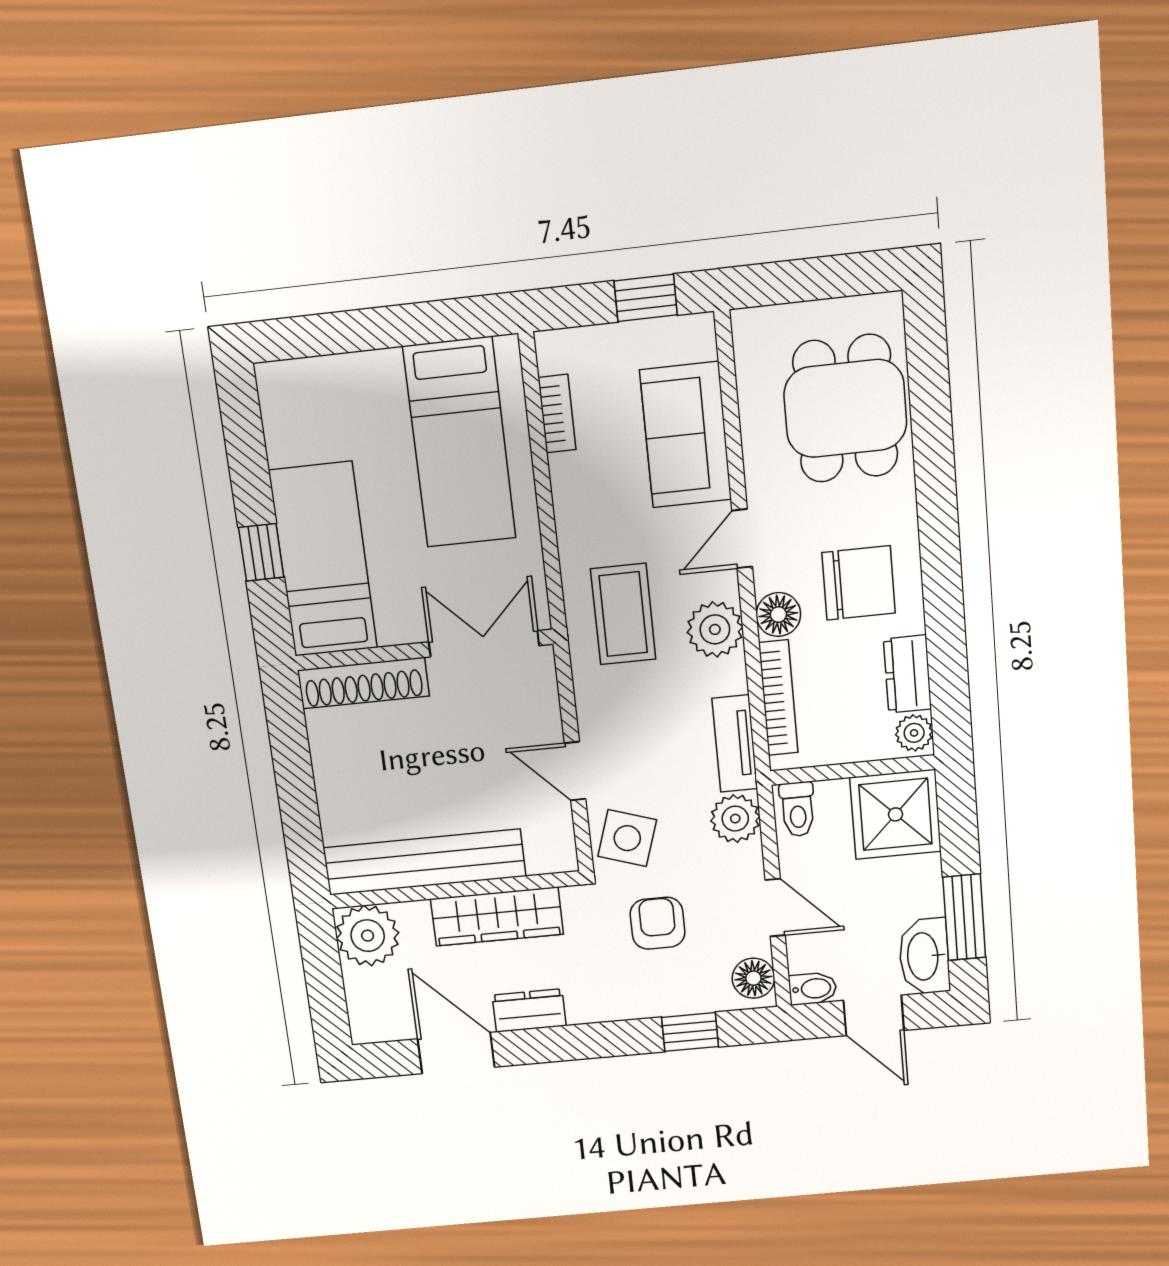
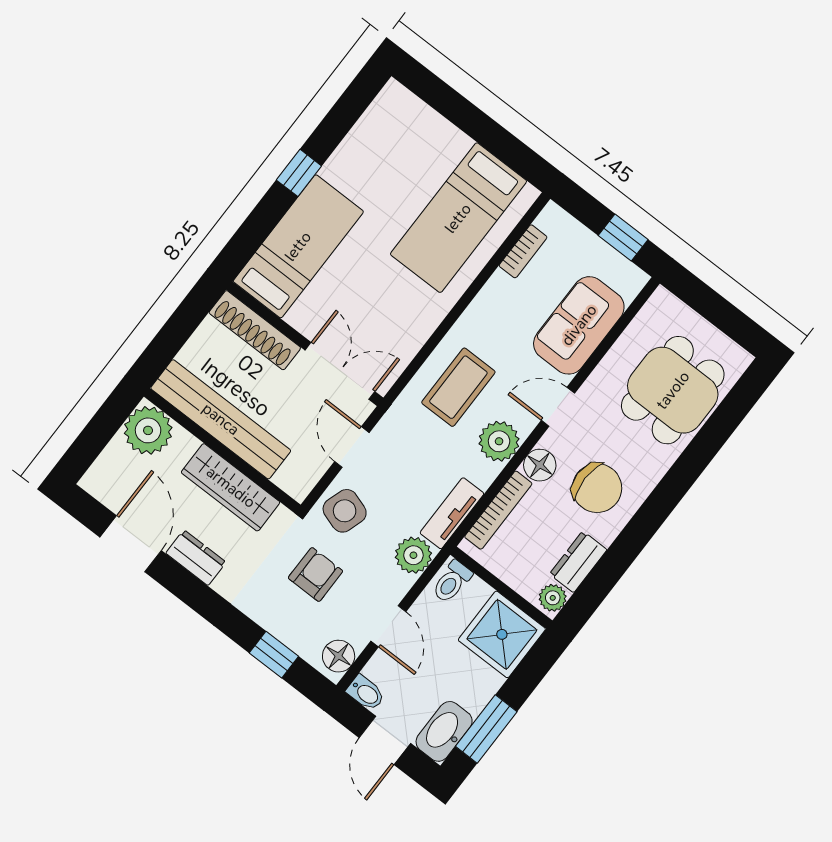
bed: (323, 560) -> (298, 246), moved
double door: (484, 644) -> (340, 371), moved
wall: (424, 650) -> (305, 344), moved
shoe rack: (363, 683) -> (255, 330), moved

